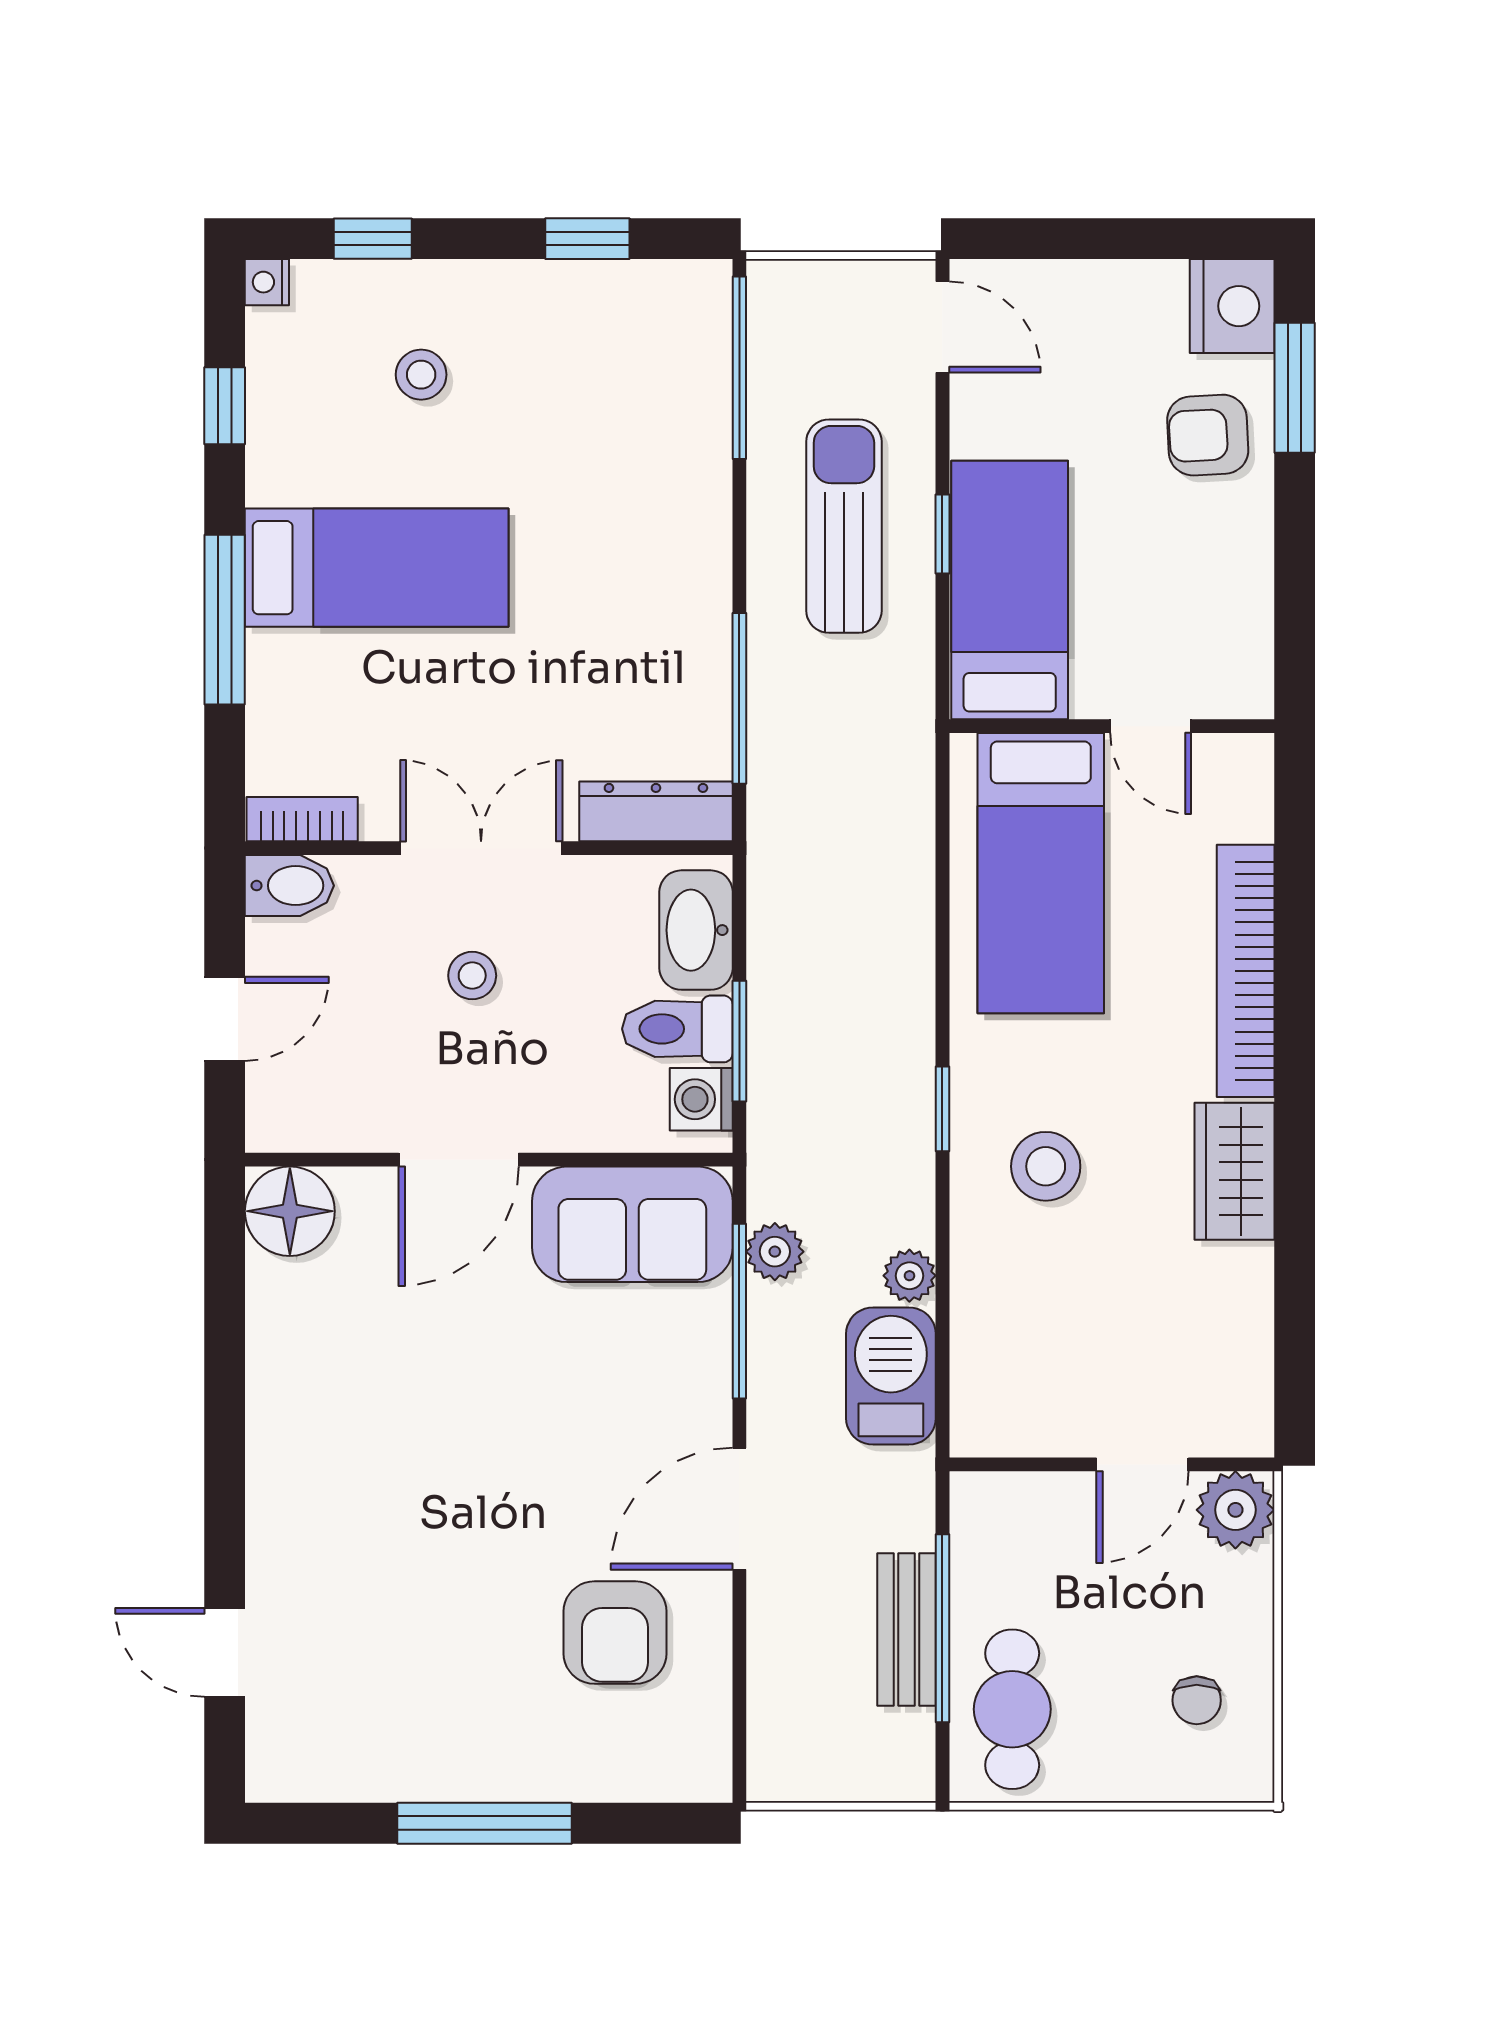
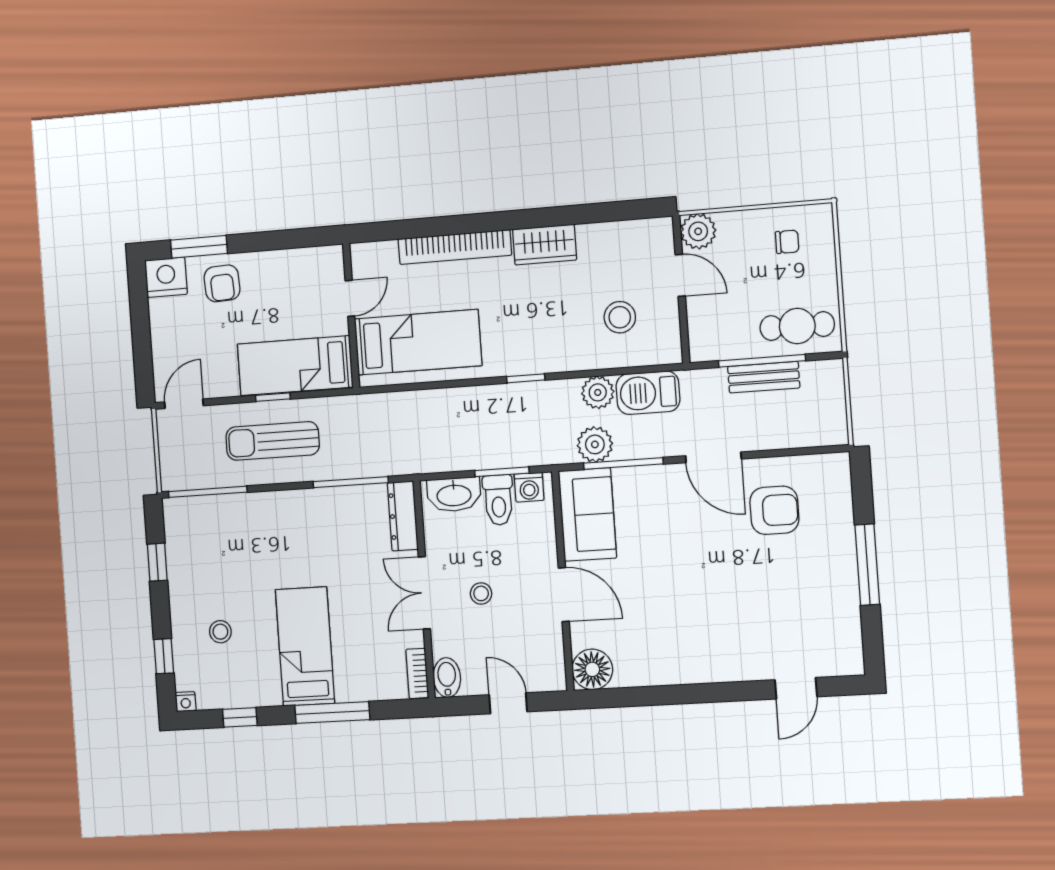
stool: (1046, 1166) -> (620, 317), moved
plant: (775, 1252) -> (595, 444), width x1.38, depth x1.38
plant: (909, 1276) -> (598, 392), width x1.38, depth x1.38

